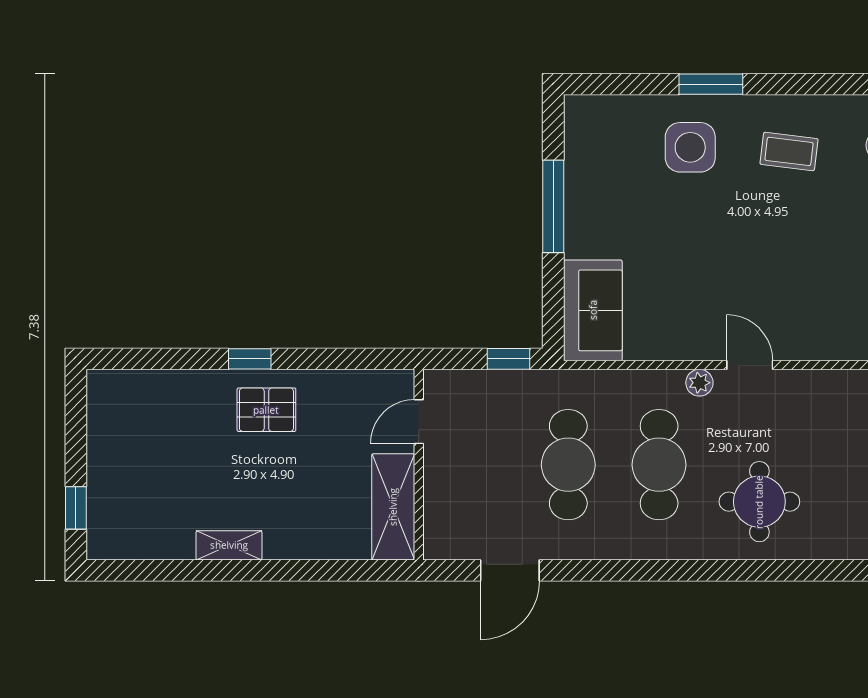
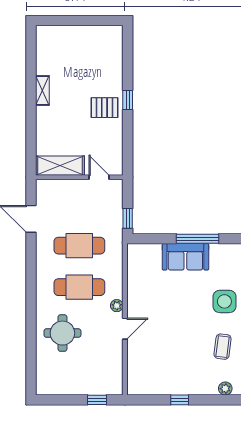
sofa: (593, 310) -> (185, 257), moved
pallet: (266, 410) -> (104, 108), turned 90
window: (76, 508) -> (60, 20), removed

